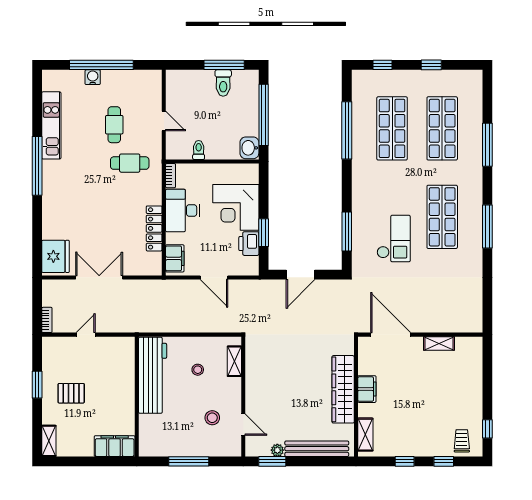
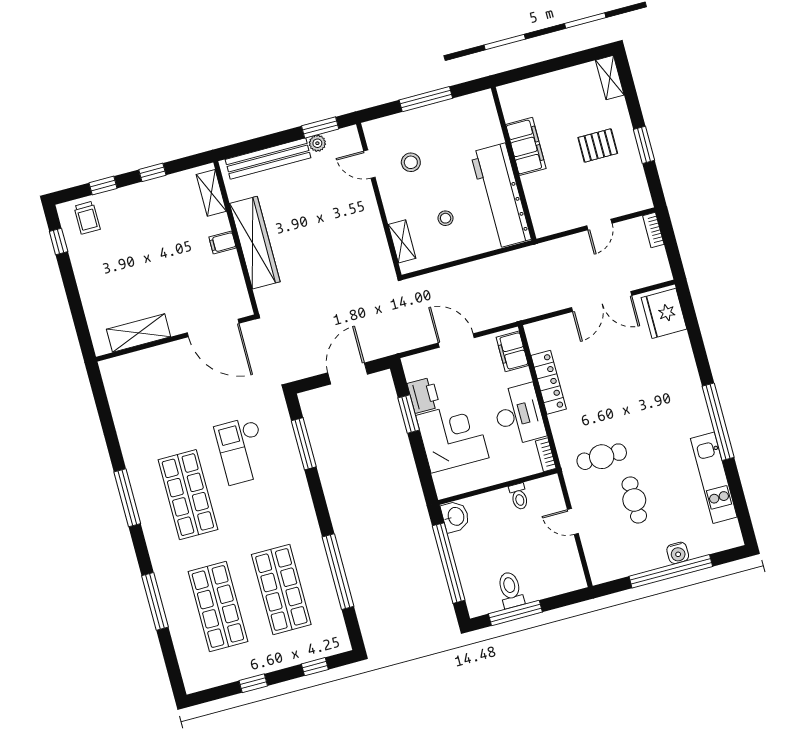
shelving: (439, 343) -> (139, 333), width x1.50, depth x1.33
filing cabinet: (367, 389) -> (223, 242), width x0.50
filing cabinet: (115, 446) -> (526, 146), moved, turned -90

